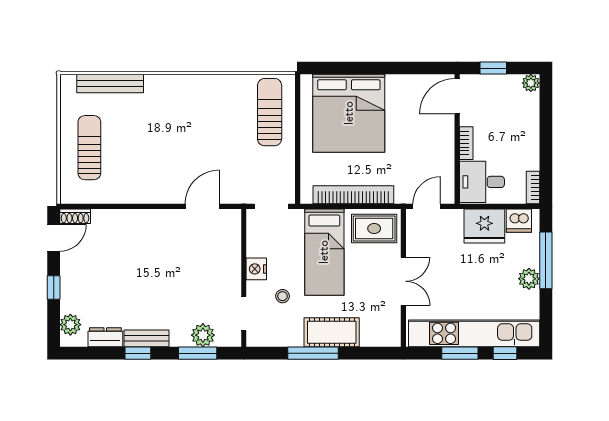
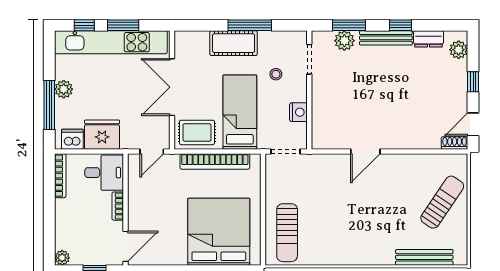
sun lounger: (89, 148) -> (442, 202), turned -146
bookcase: (533, 188) -> (60, 176), width x1.56
door: (202, 206) -> (365, 151), moved
nightstand: (256, 269) -> (298, 112), moved
double door: (403, 281) -> (172, 87), width x1.37
bench: (147, 338) -> (386, 38), width x1.36

